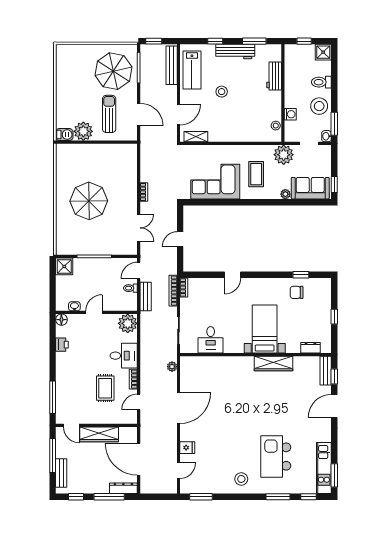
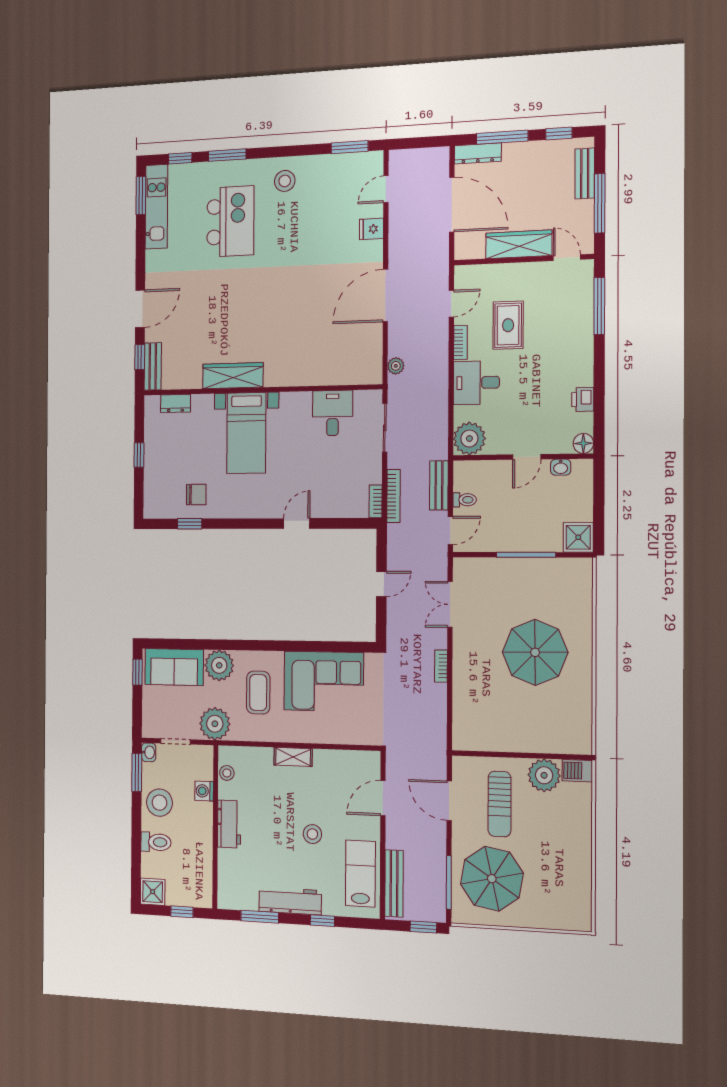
workbench: (274, 76) -> (229, 824), moved
shelving: (196, 137) -> (293, 757), moved
plant: (285, 194) -> (219, 665), width x1.87, depth x1.87

